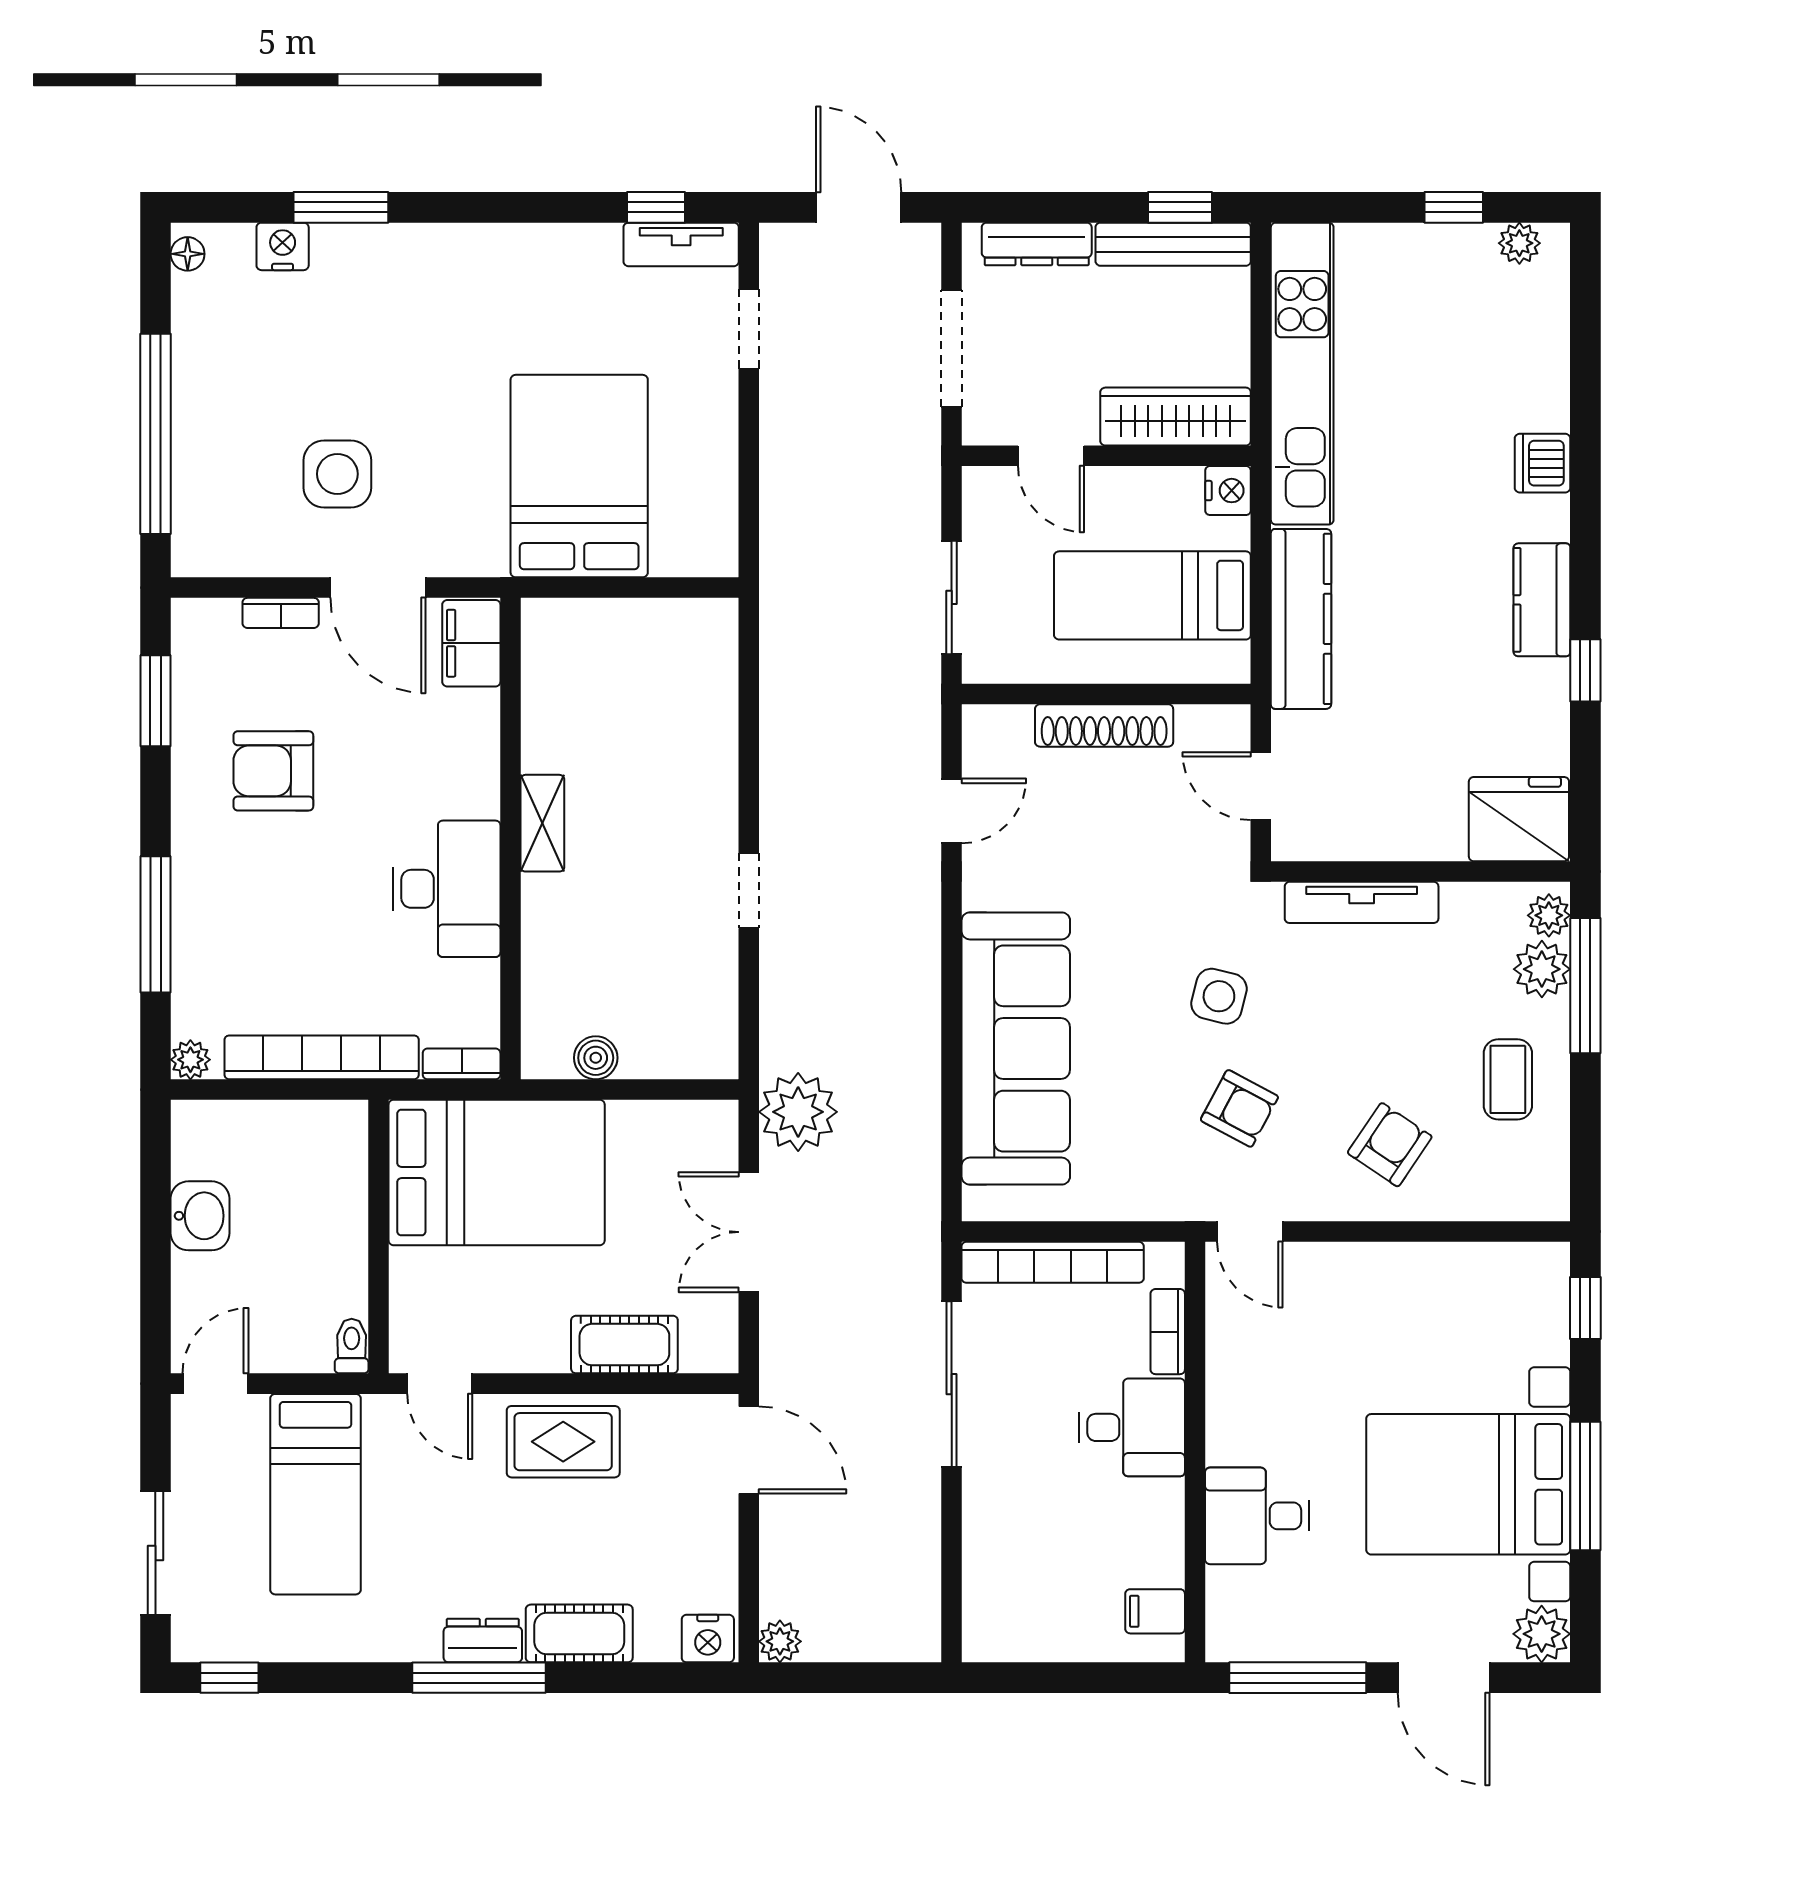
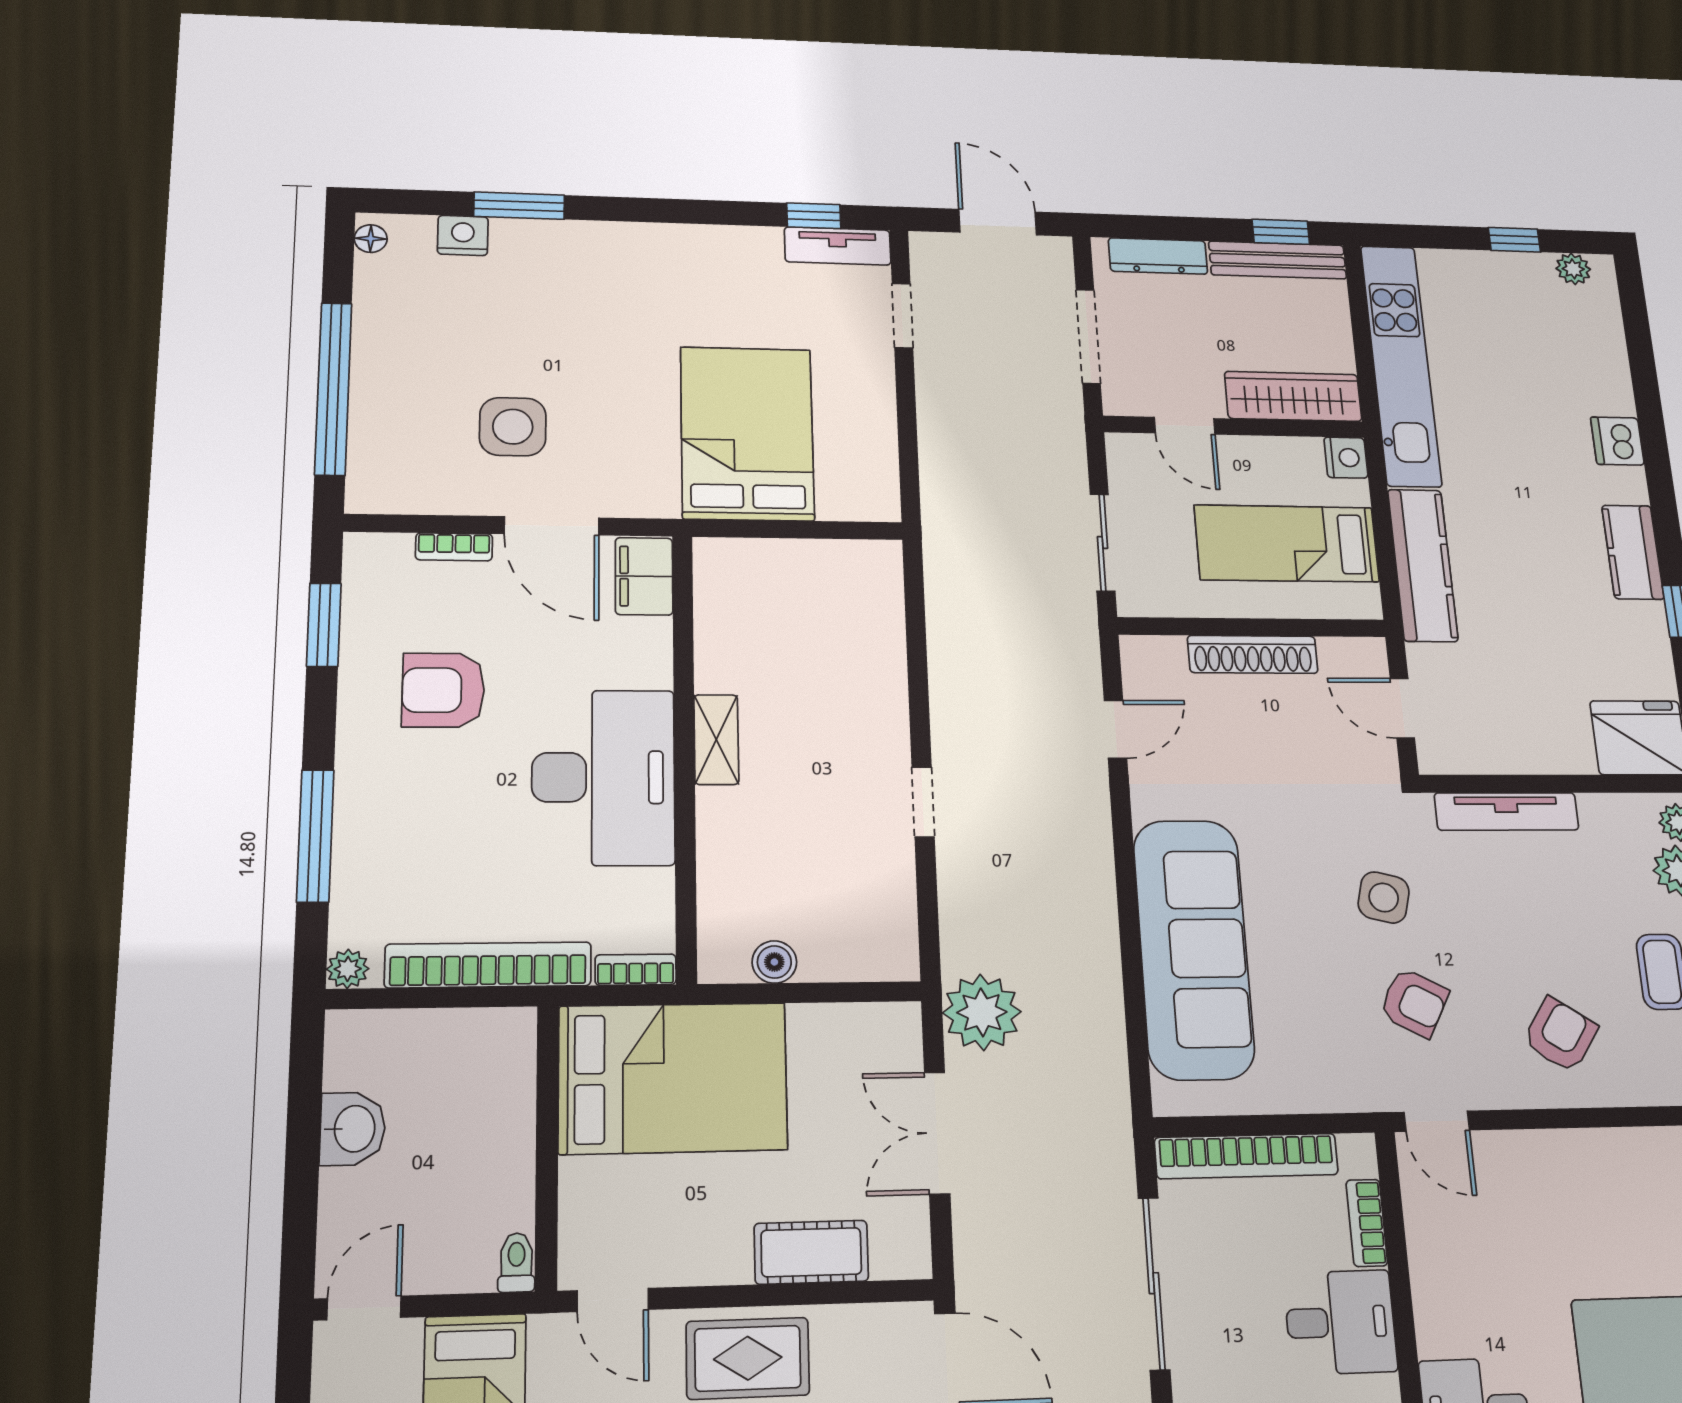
desk: (447, 889) -> (603, 777), width x1.36, depth x1.30

